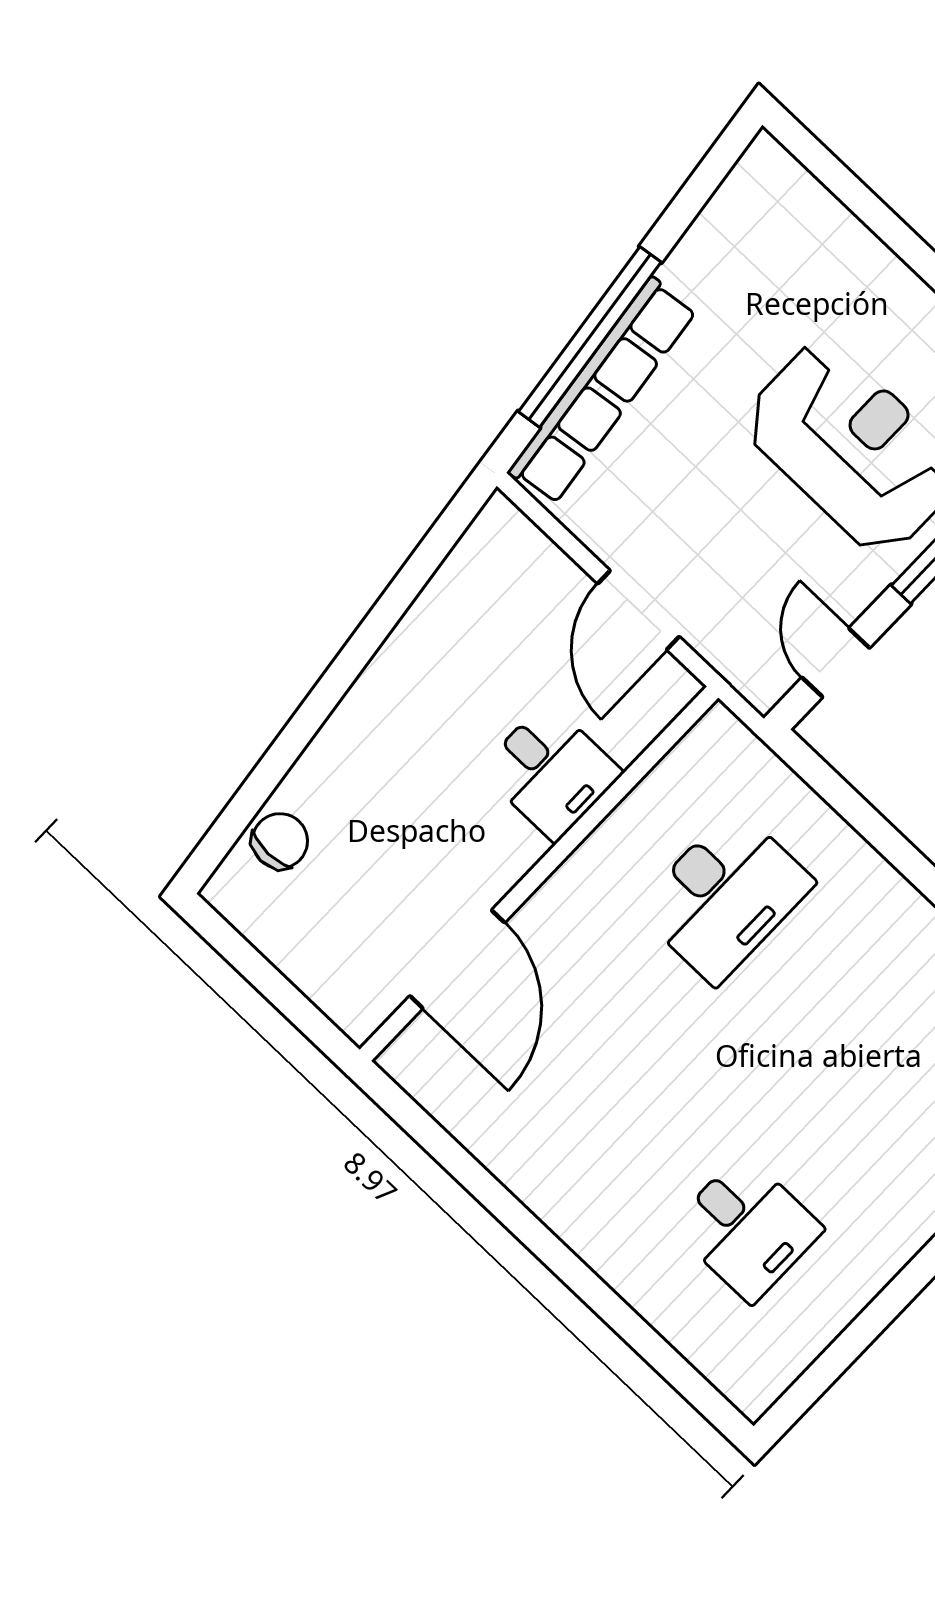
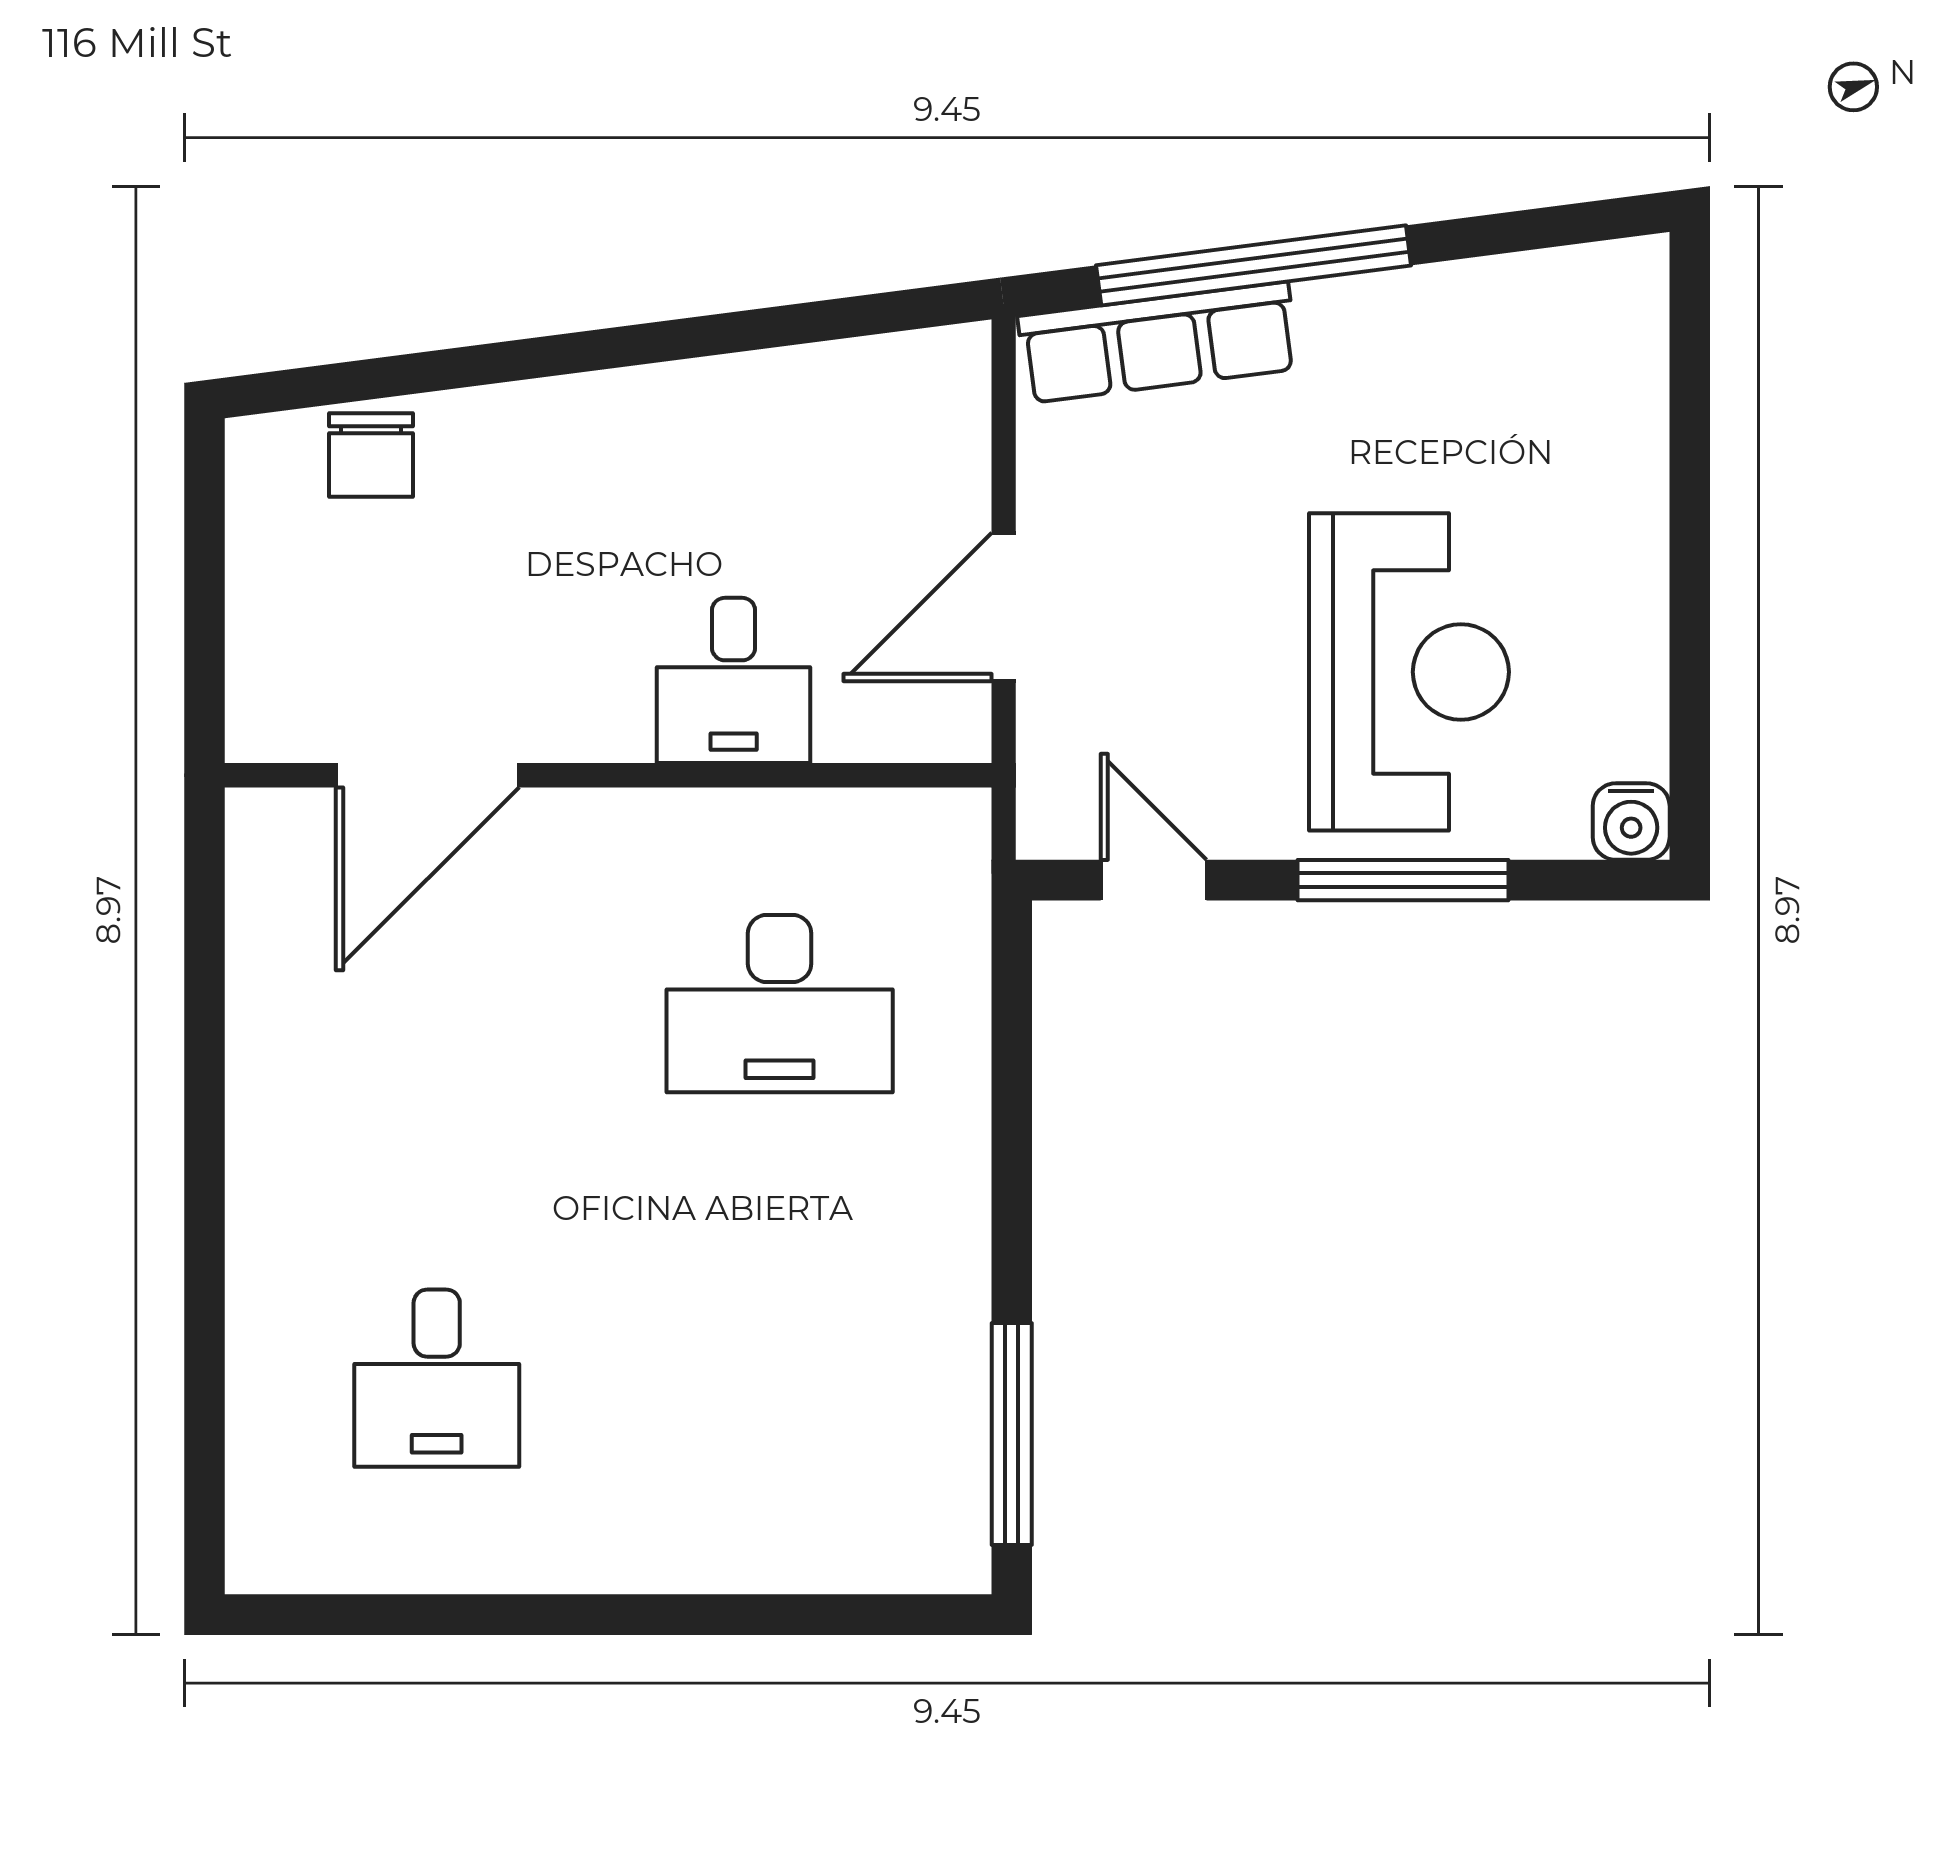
row of seats: (602, 391) -> (1158, 342), width x0.73
door: (836, 663) -> (1154, 880), hinge flipped
chair: (280, 841) -> (371, 455), turned 90

